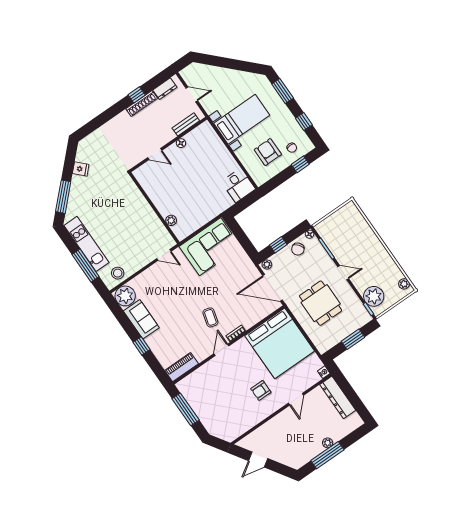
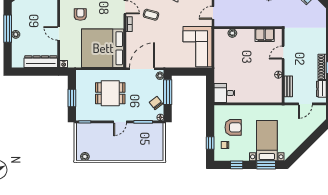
bed with nightstands: (242, 119) -> (267, 141), moved, turned 180
filing cabinet: (150, 185) -> (265, 35), added
window: (278, 245) -> (168, 92), width x2.17
plant: (374, 296) -> (91, 131), removed

